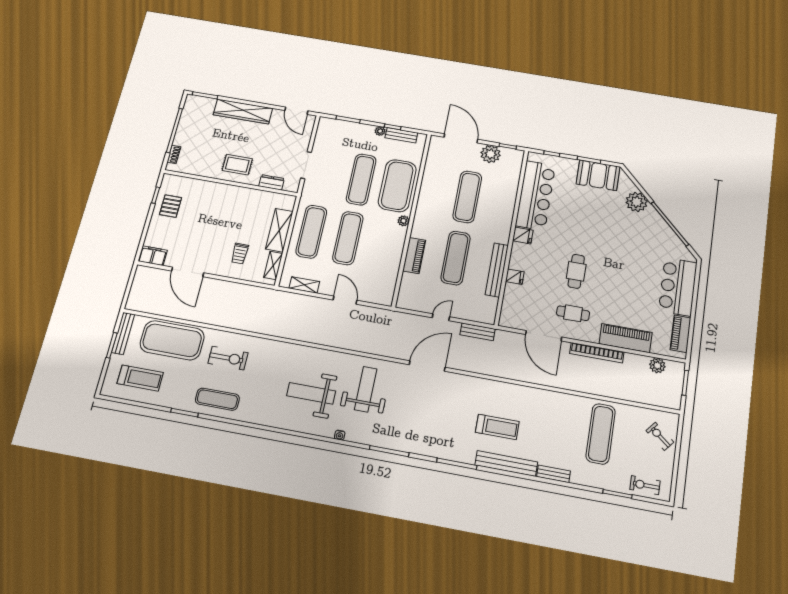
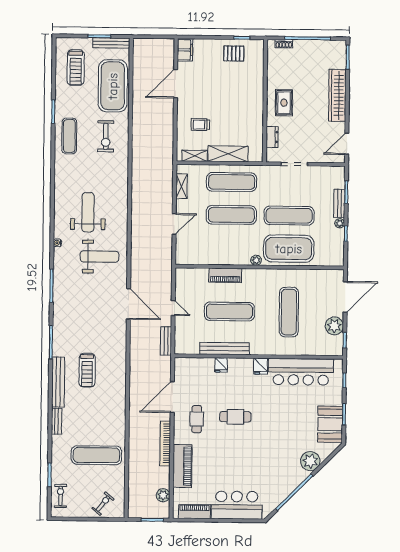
bench: (401, 135) -> (339, 203), moved
exercise mat: (467, 197) -> (289, 312), turned 90

